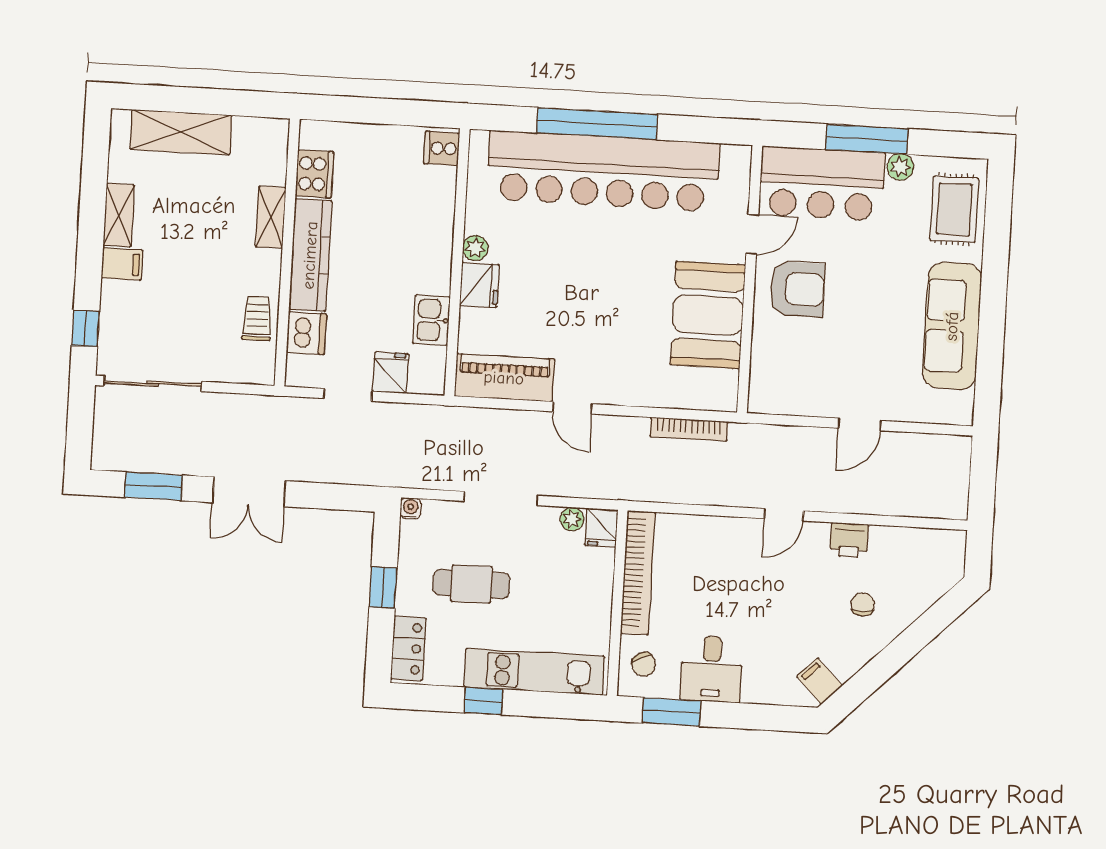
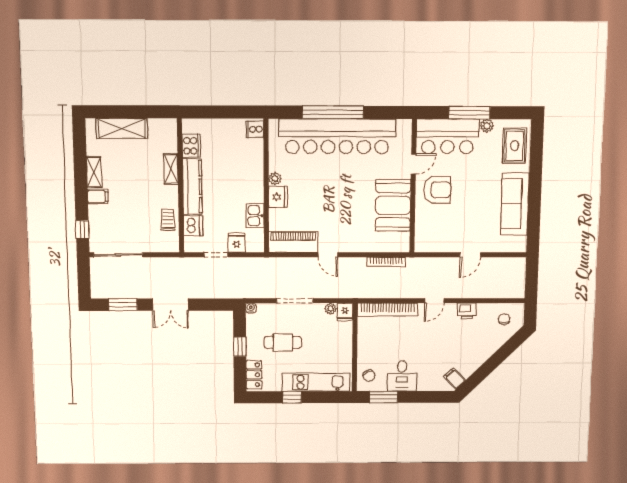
bookcase: (638, 573) -> (388, 310), moved, turned 90
chair: (863, 604) -> (504, 319), moved

